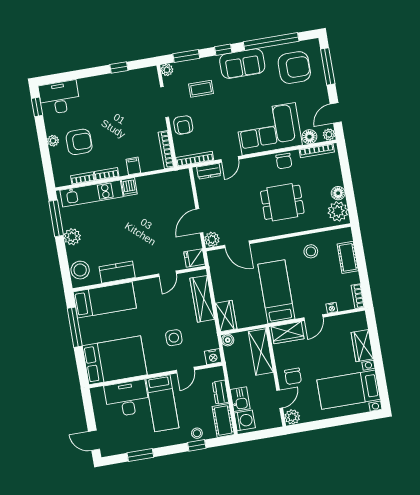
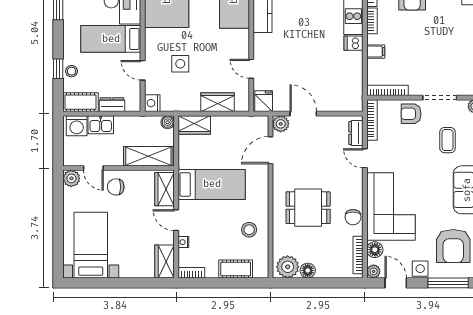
side table: (319, 93) -> (420, 269), added
chair: (284, 161) -> (353, 217), turned -90
dining table: (282, 202) -> (308, 208), turned 90
wardrobe: (202, 299) -> (218, 102), width x0.67
wardrobe: (362, 346) -> (165, 261), moved, turned -90

